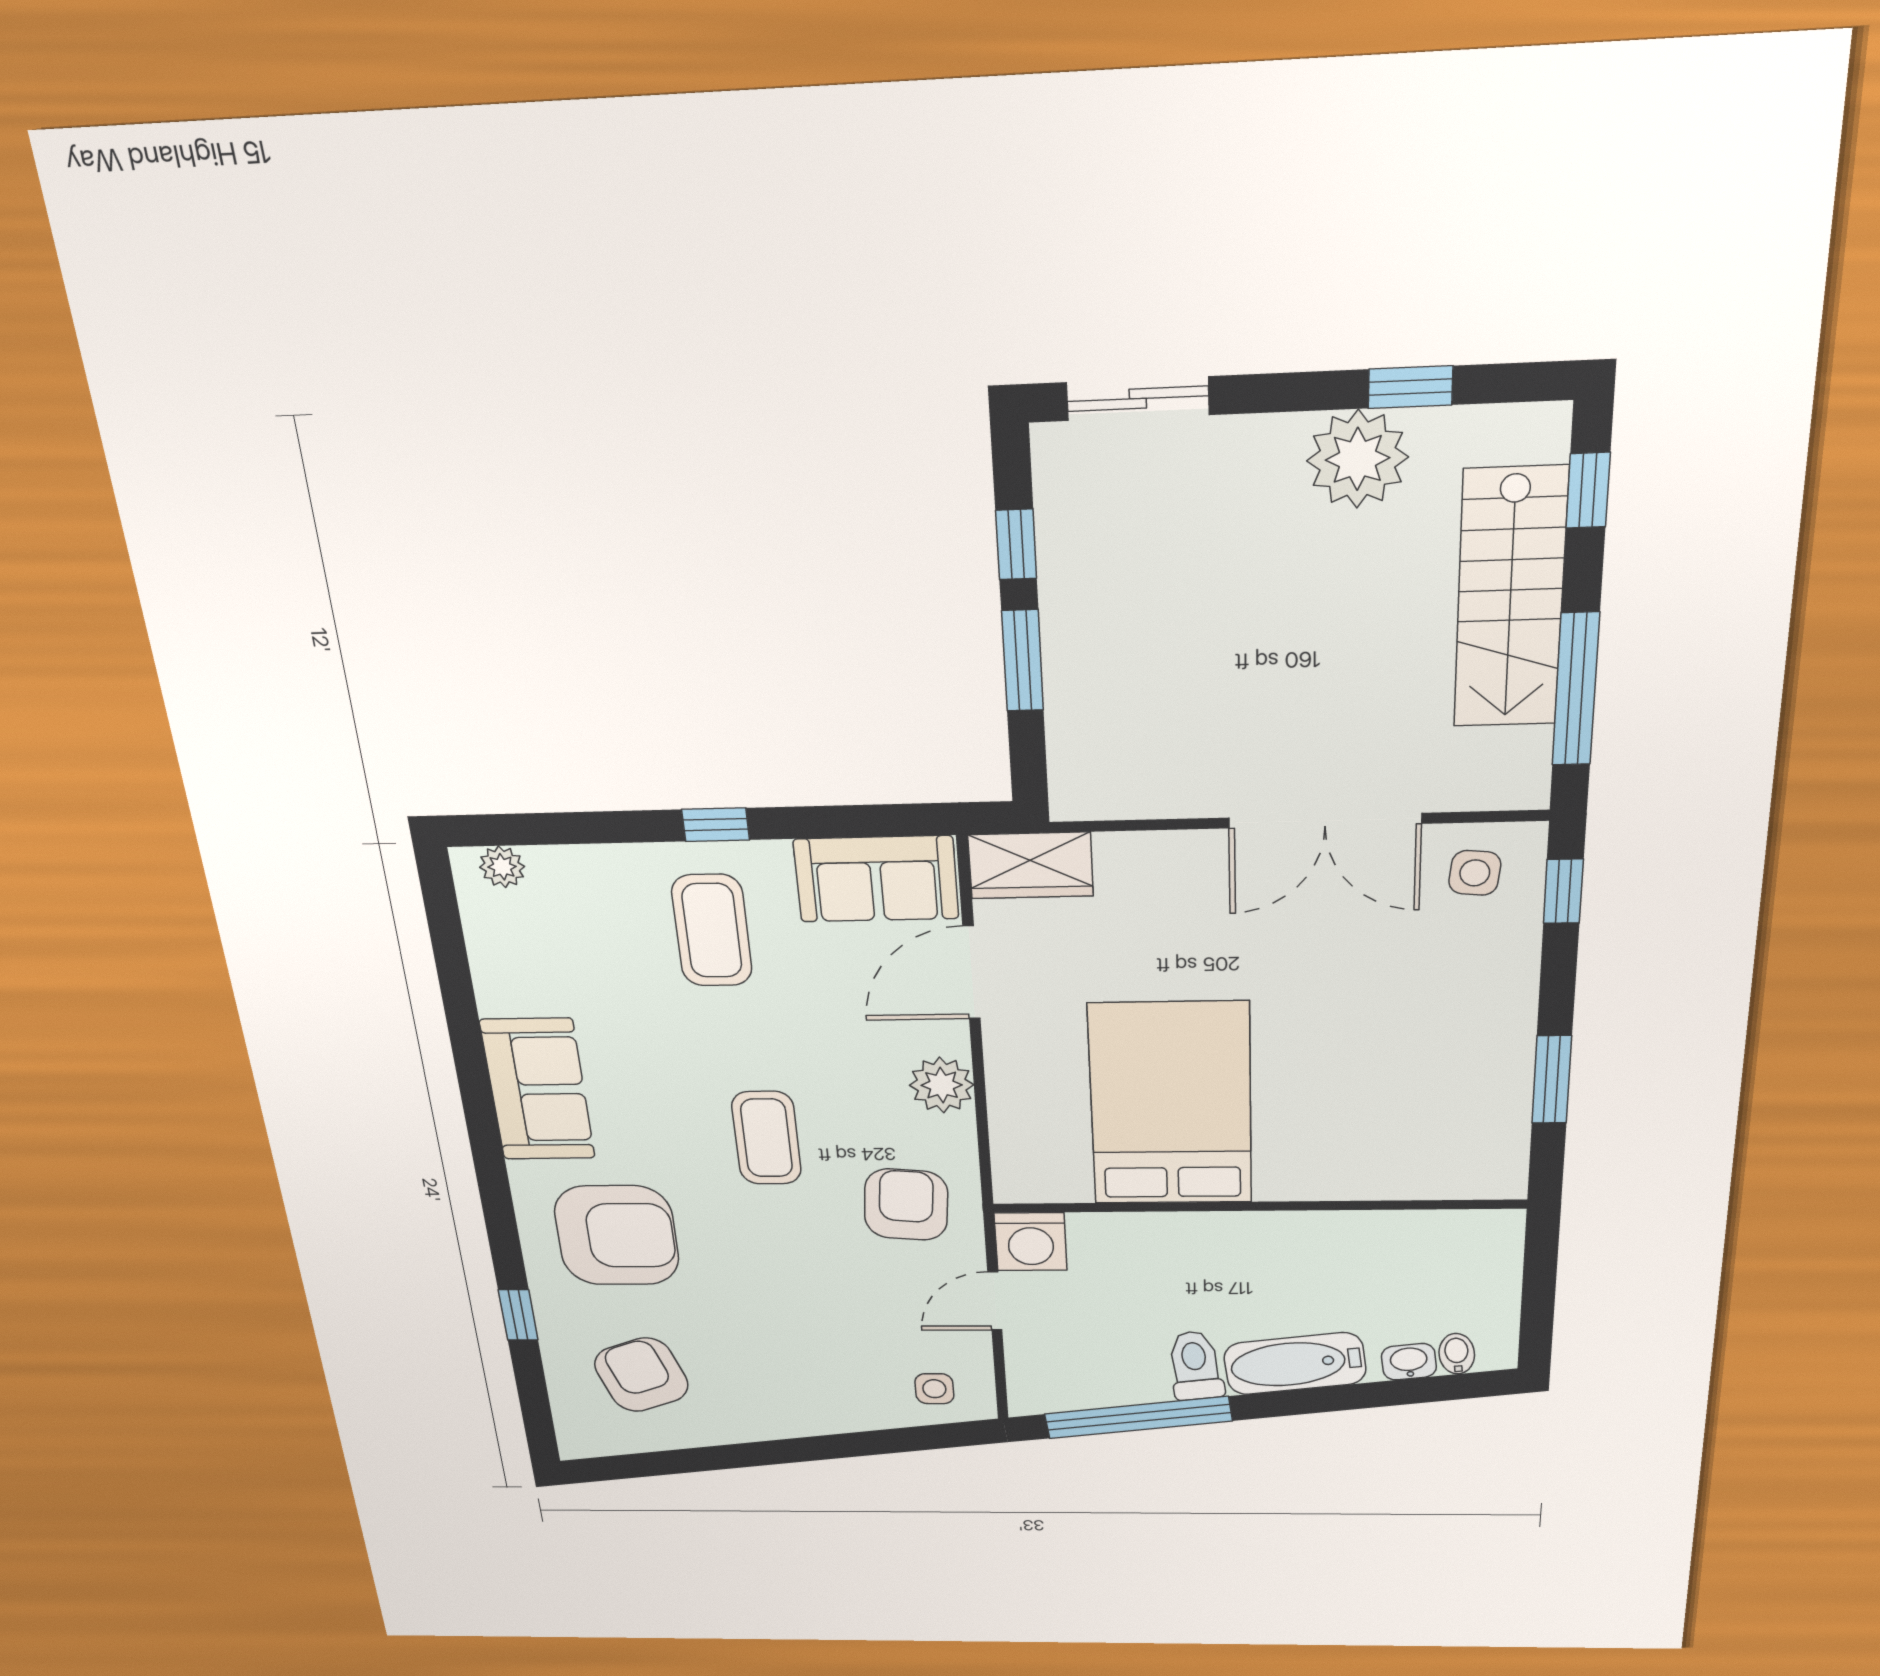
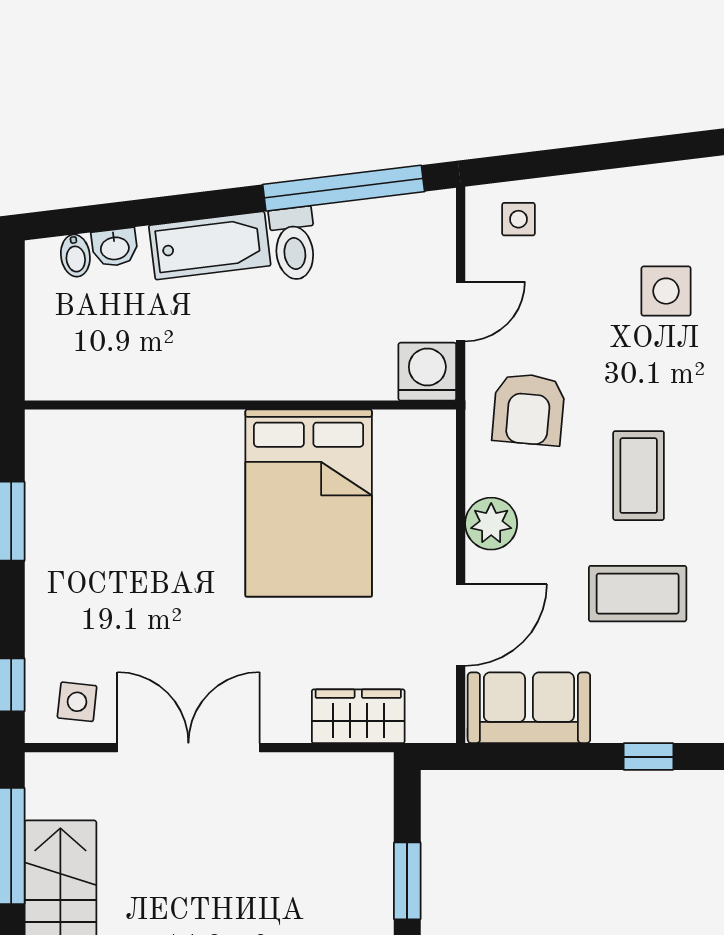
wardrobe: (1031, 865) -> (358, 716), moved
coffee table: (712, 930) -> (638, 594), moved, turned 90
side table: (757, 1322) -> (666, 291), added

